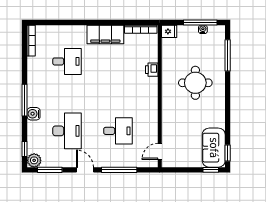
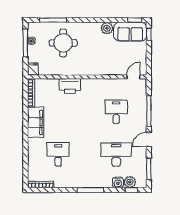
printer: (152, 70) -> (70, 86), width x1.87, depth x1.48
round table: (195, 83) -> (63, 43), moved
water cooler: (34, 114) -> (118, 182), moved
plant: (218, 120) -> (107, 28), added
door: (160, 151) -> (133, 77), swing flipped
plant: (34, 160) -> (130, 182), moved

